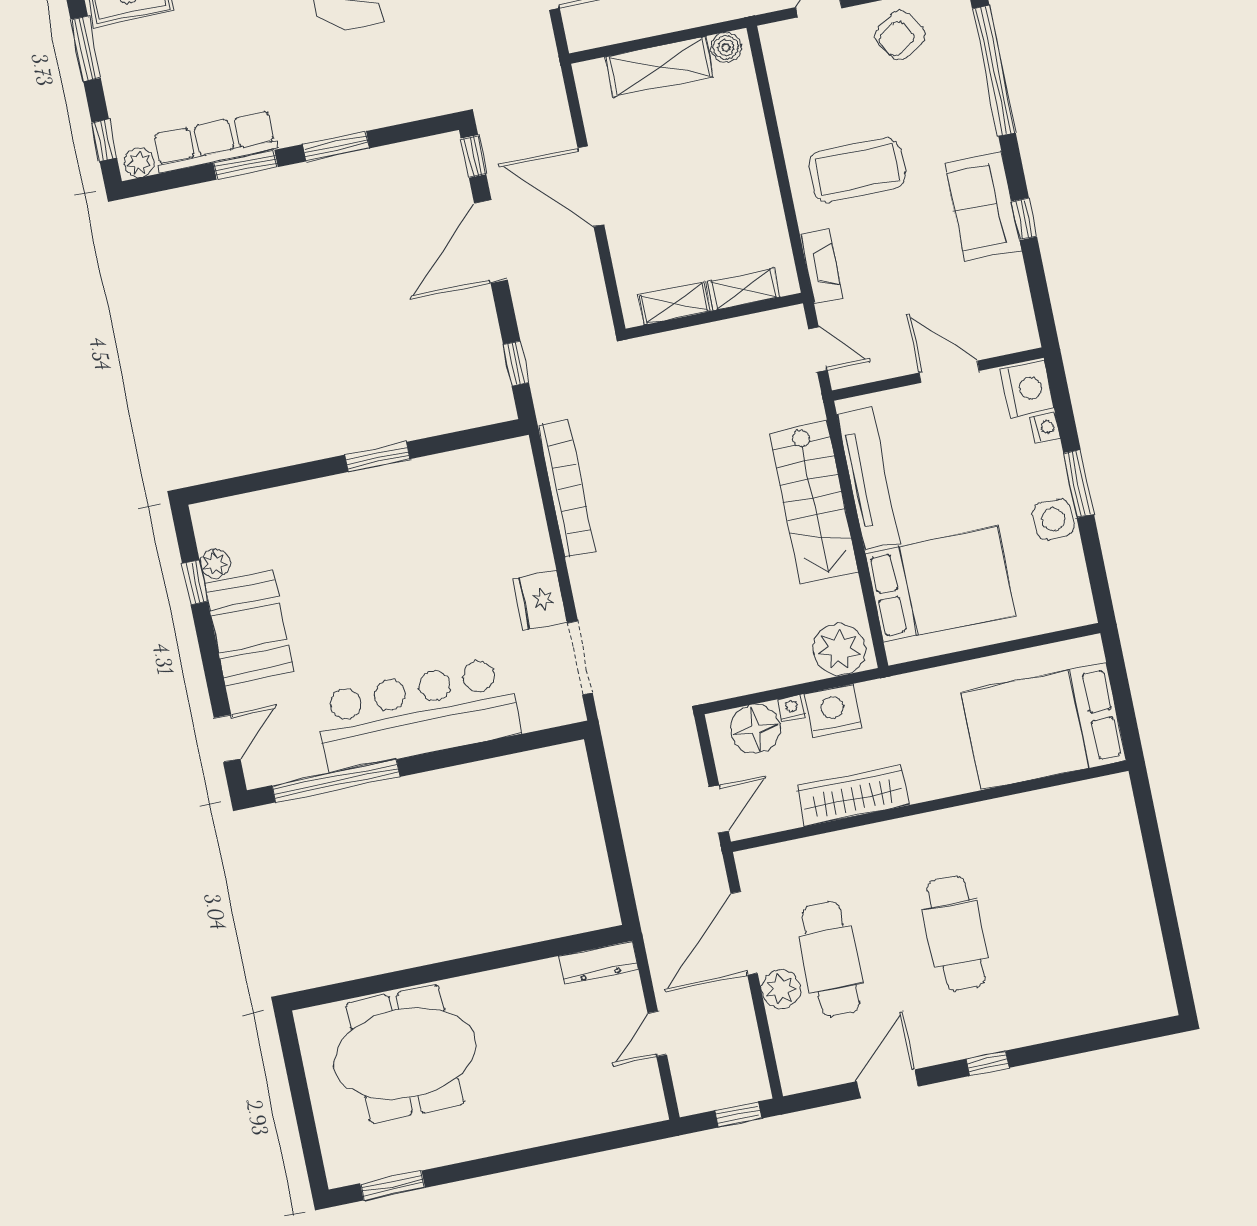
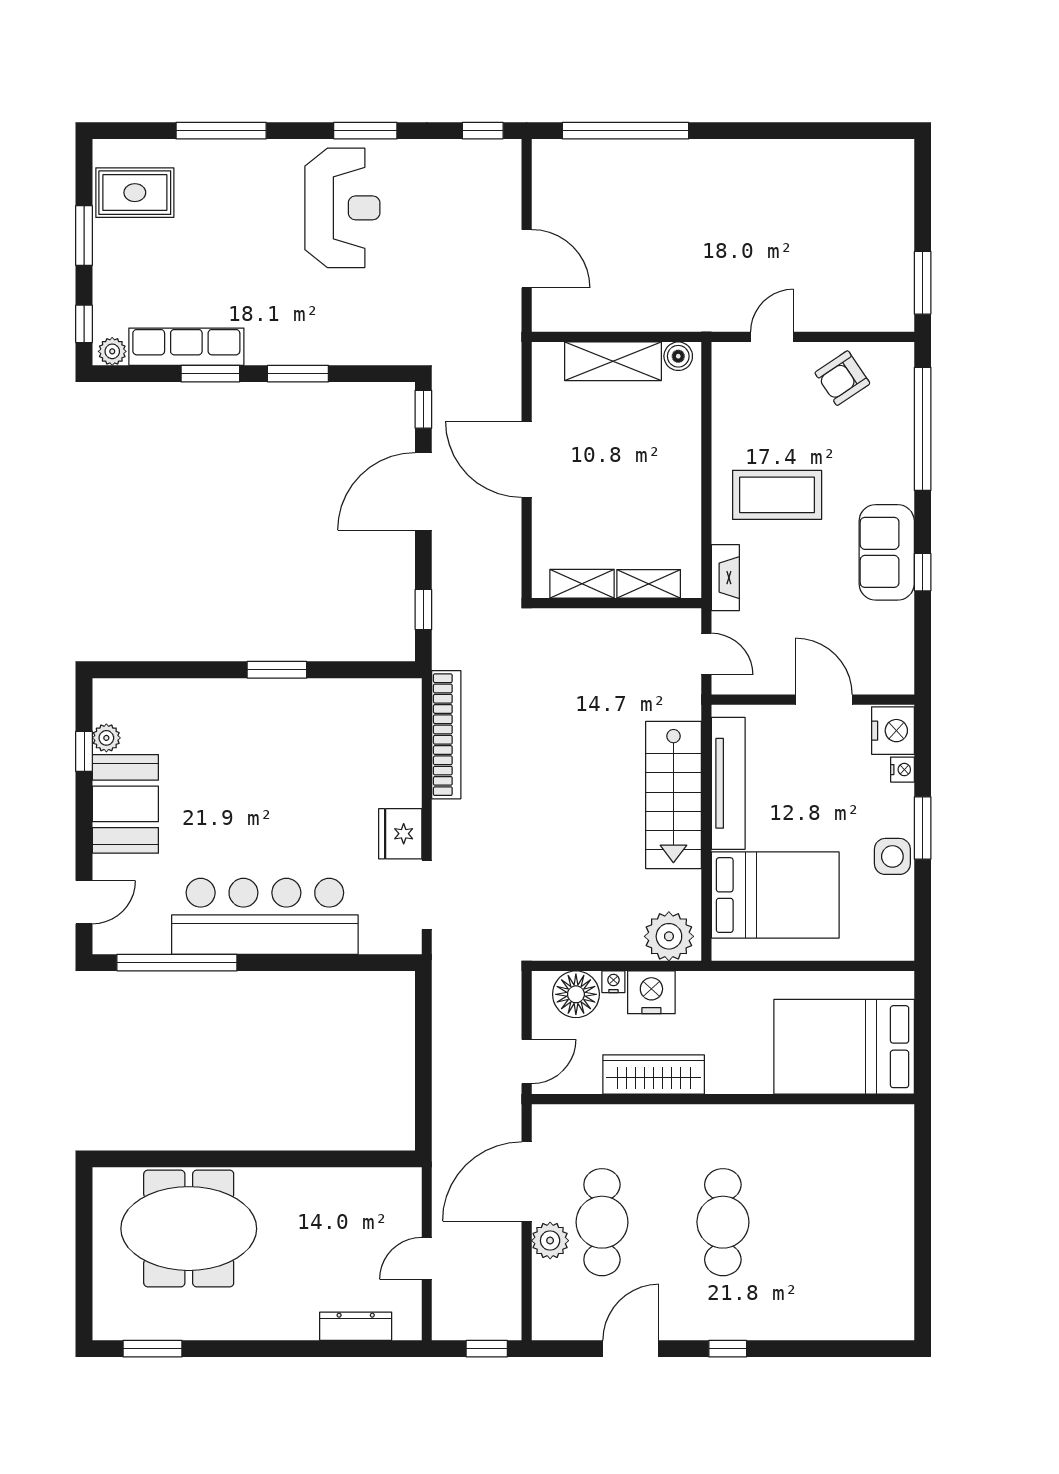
dresser: (598, 963) -> (356, 1326), moved, turned 180

